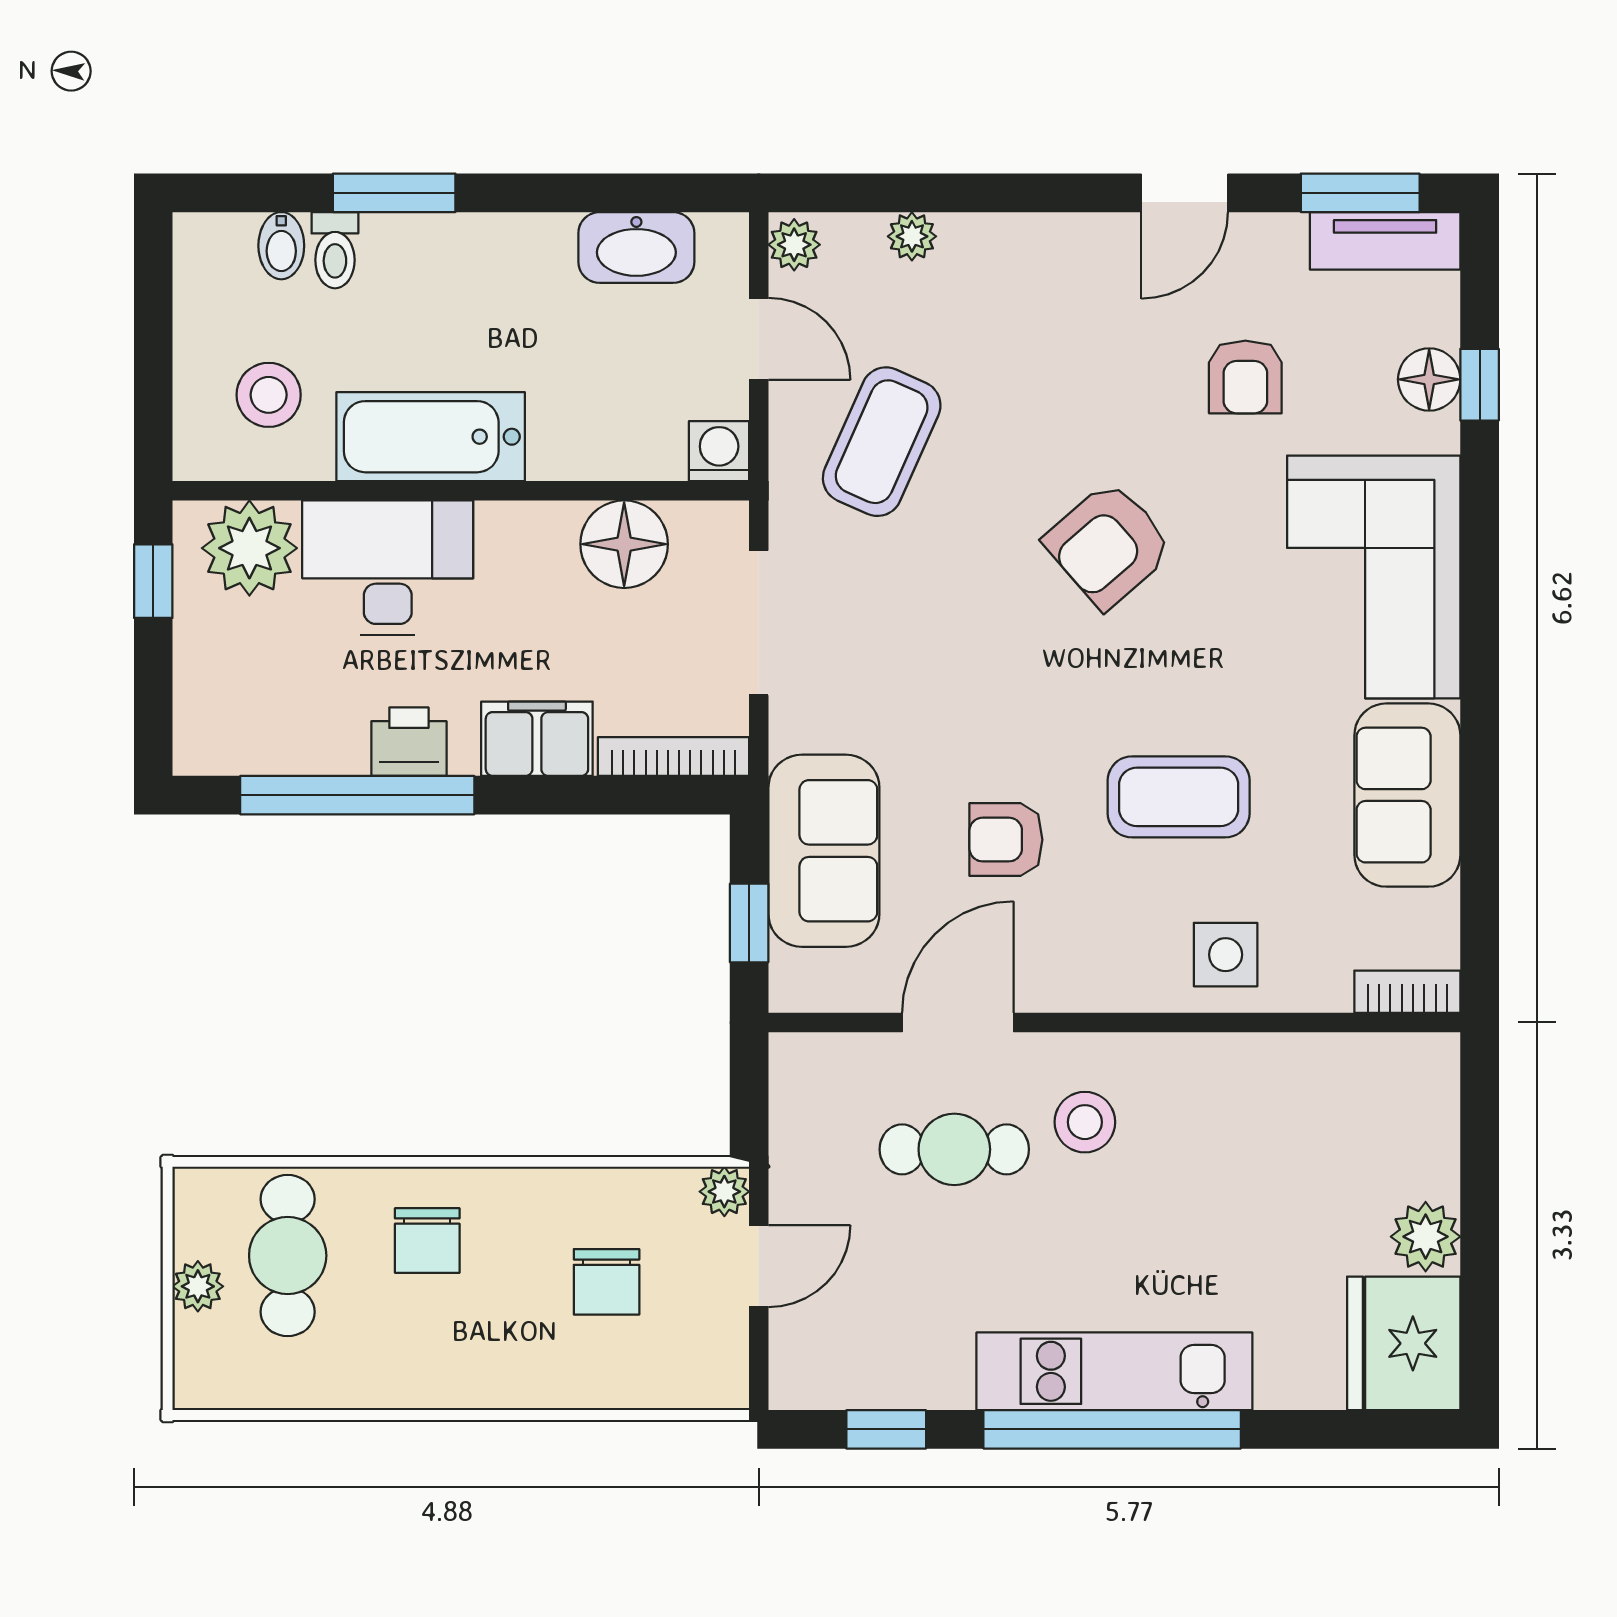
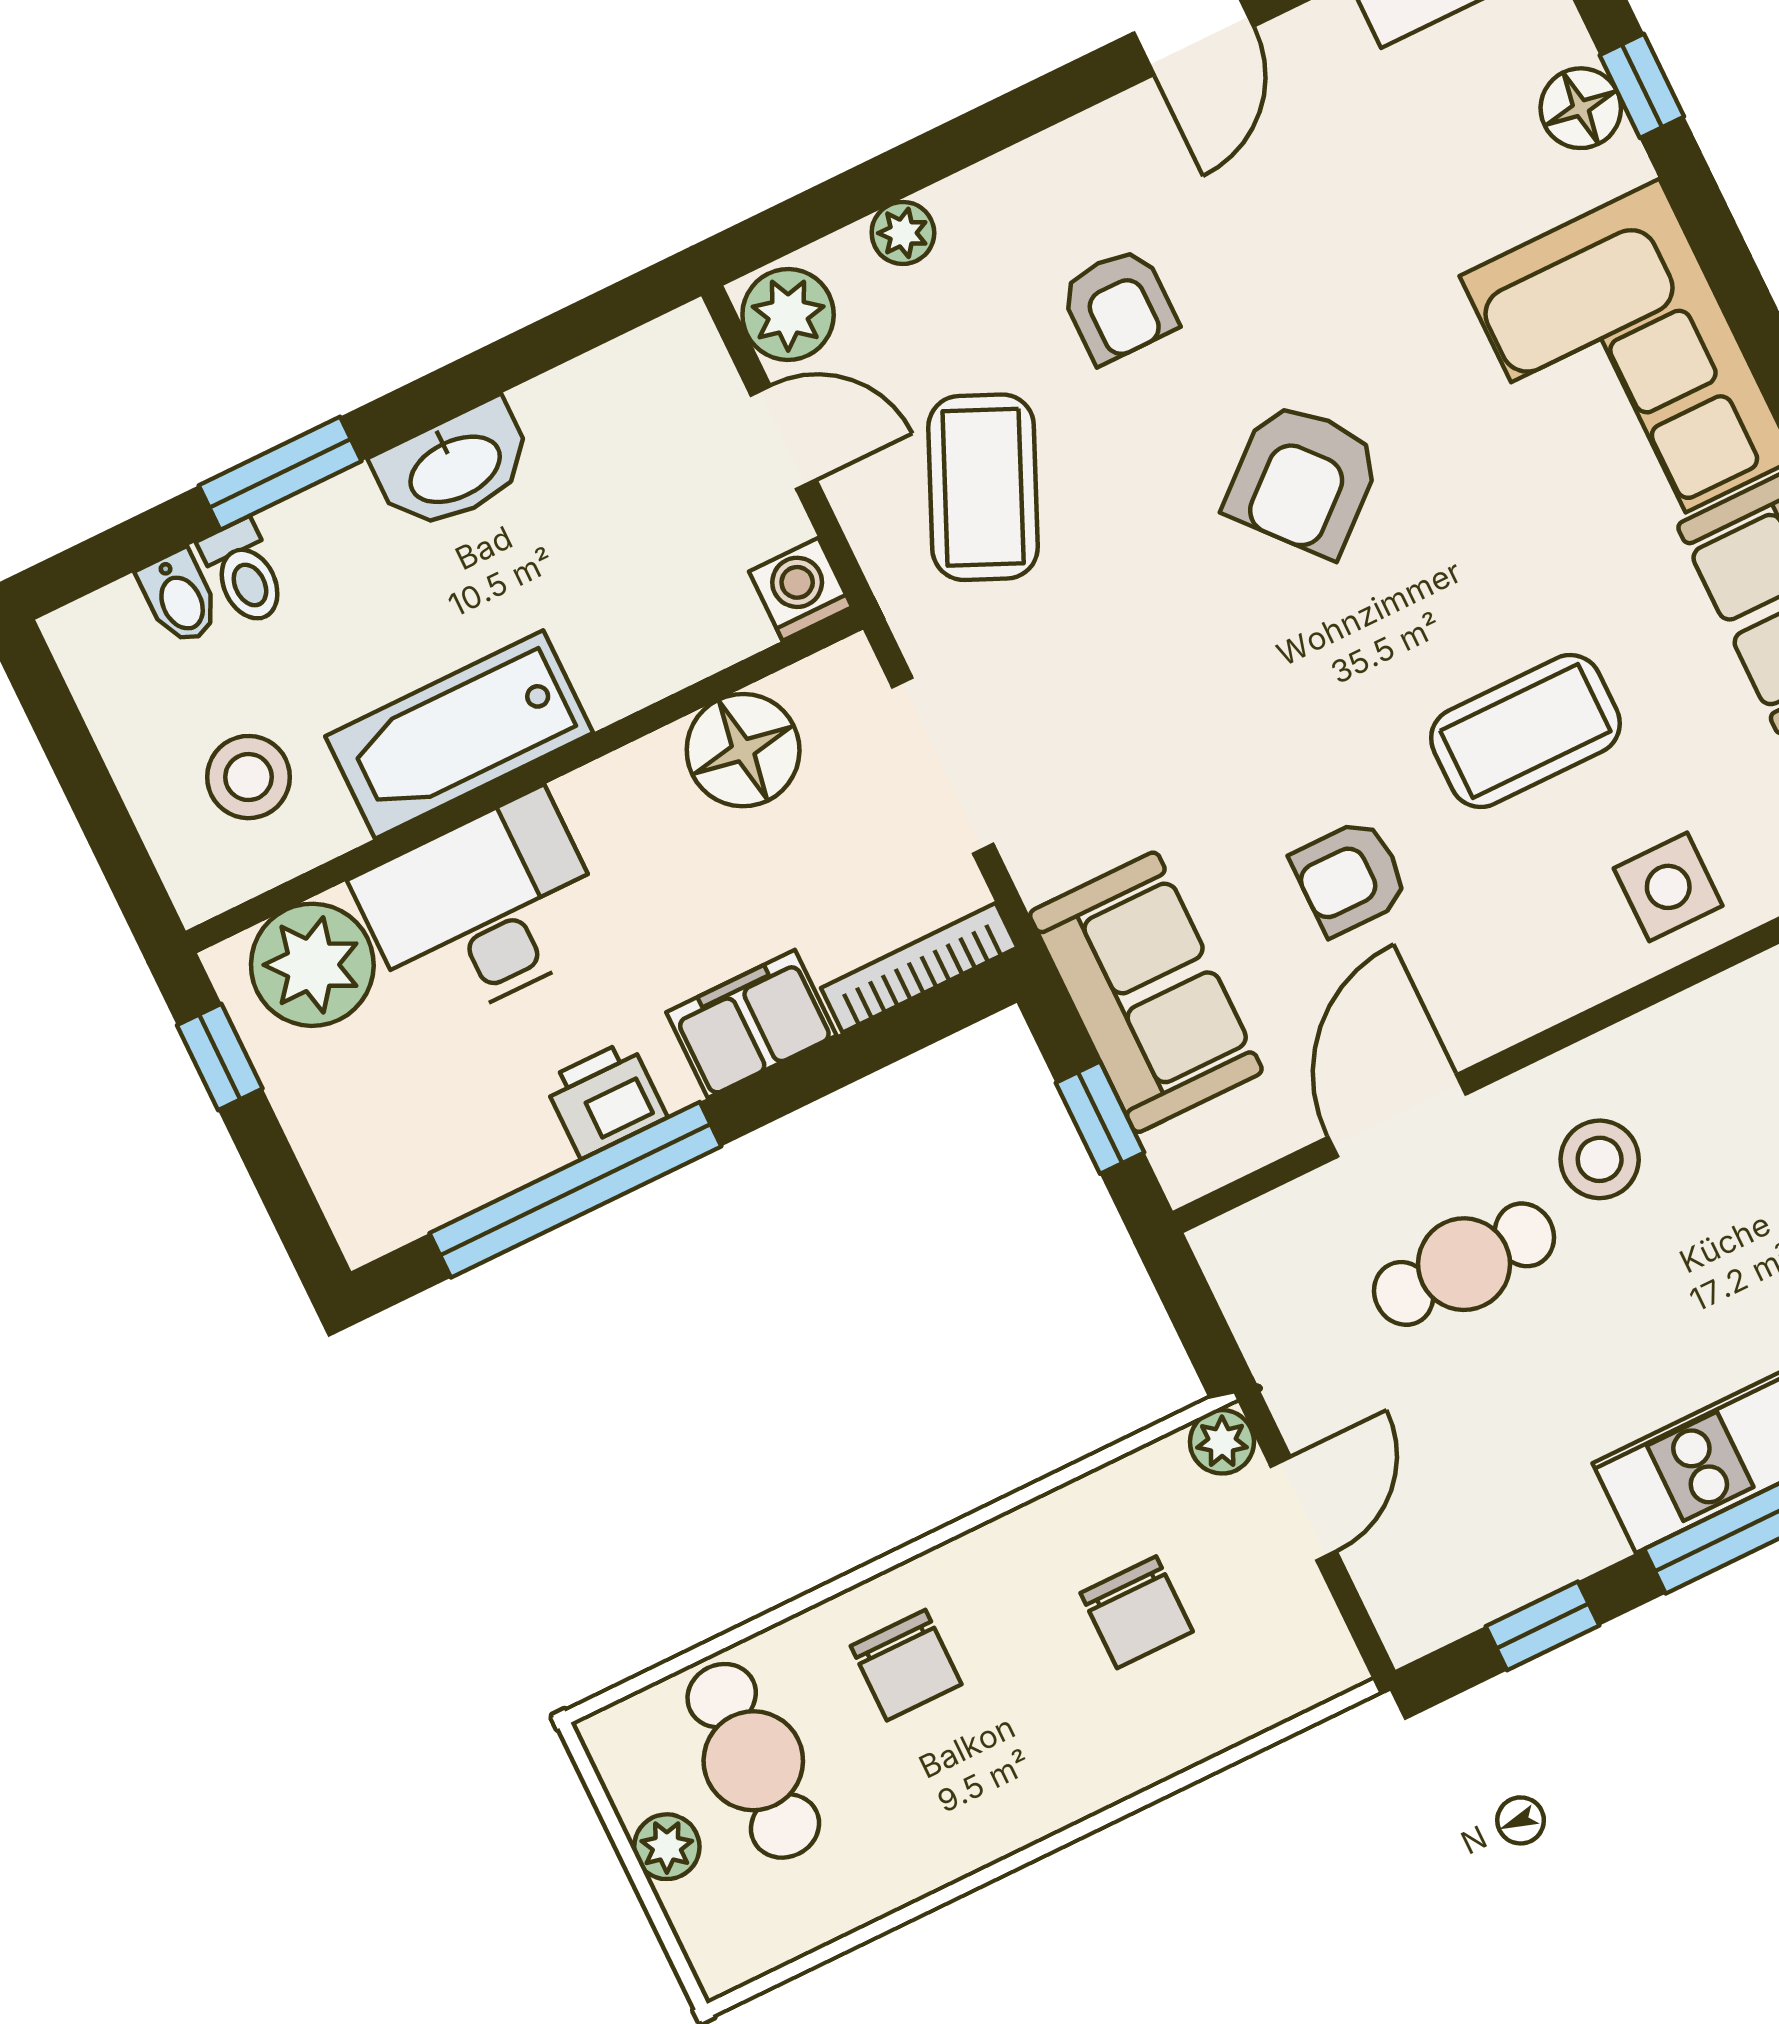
plant: (794, 245) -> (788, 315), width x1.38, depth x1.38
washbasin: (636, 247) -> (454, 467), moved
armchair: (1245, 377) -> (1119, 305), moved

